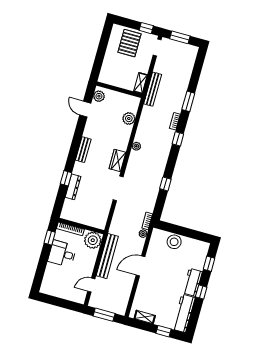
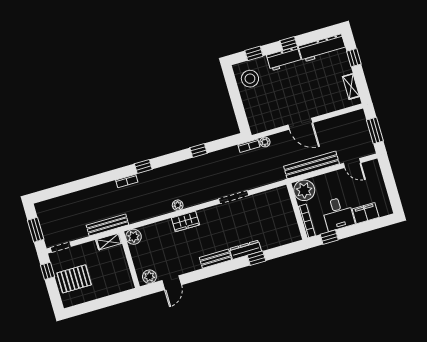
window: (188, 101) -> (97, 180), removed
plant: (129, 119) -> (134, 237), moved
wardrobe: (117, 160) -> (185, 221), moved
dresser: (73, 187) -> (245, 250), moved
stool: (174, 242) -> (250, 79), moved
filing cabinet: (51, 273) -> (366, 213), added

